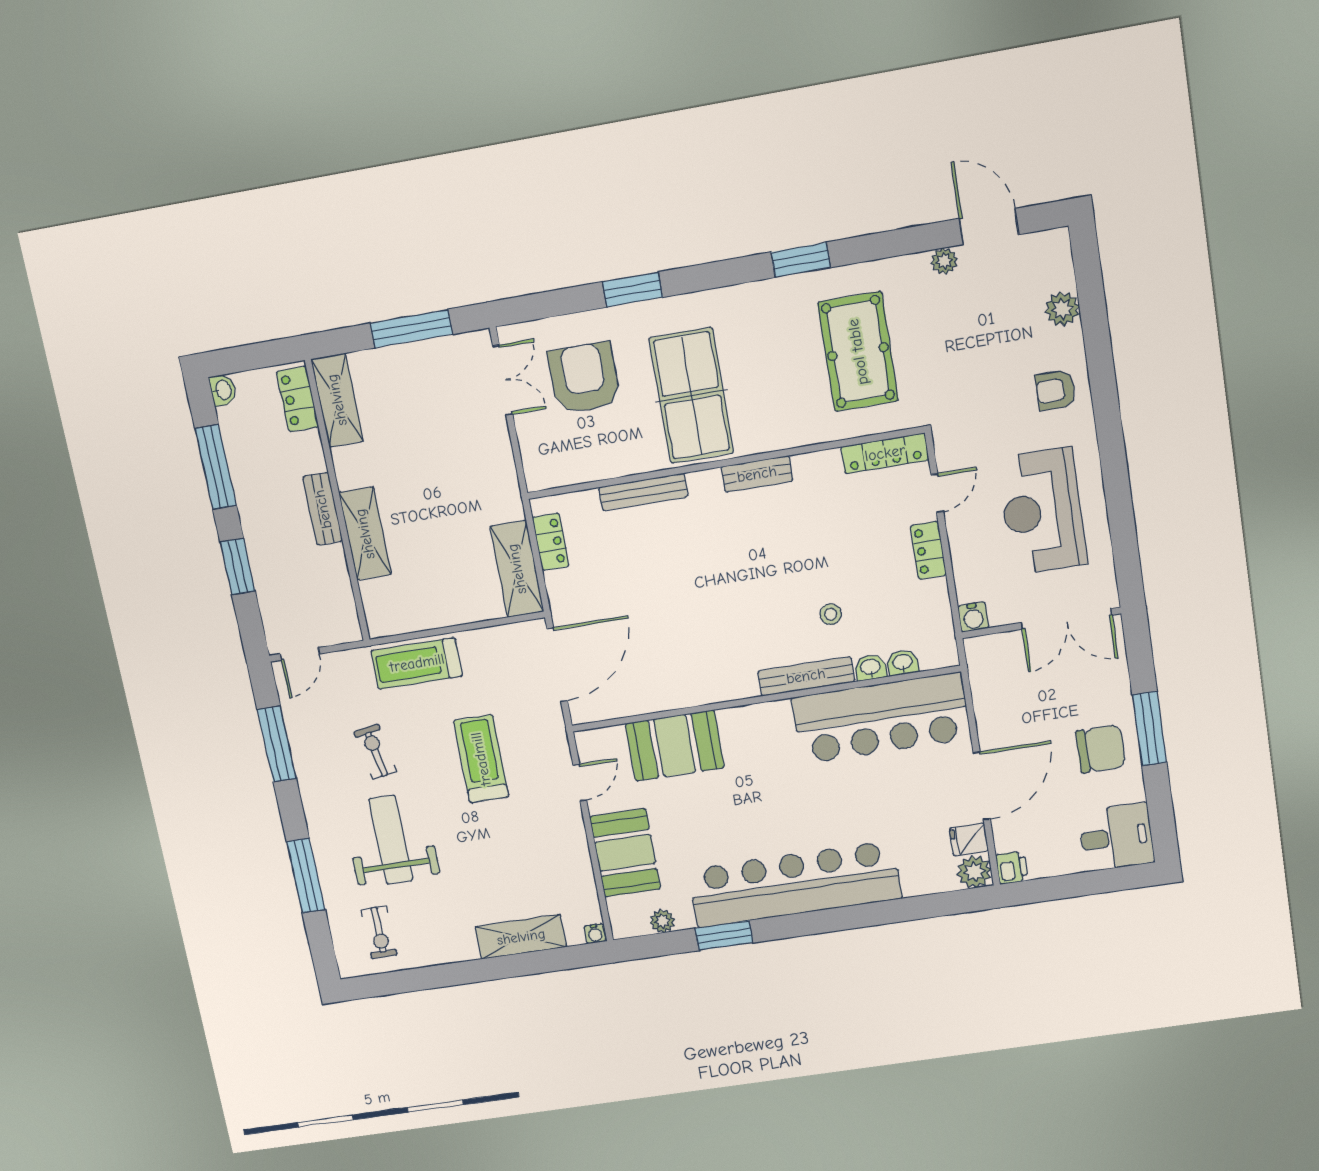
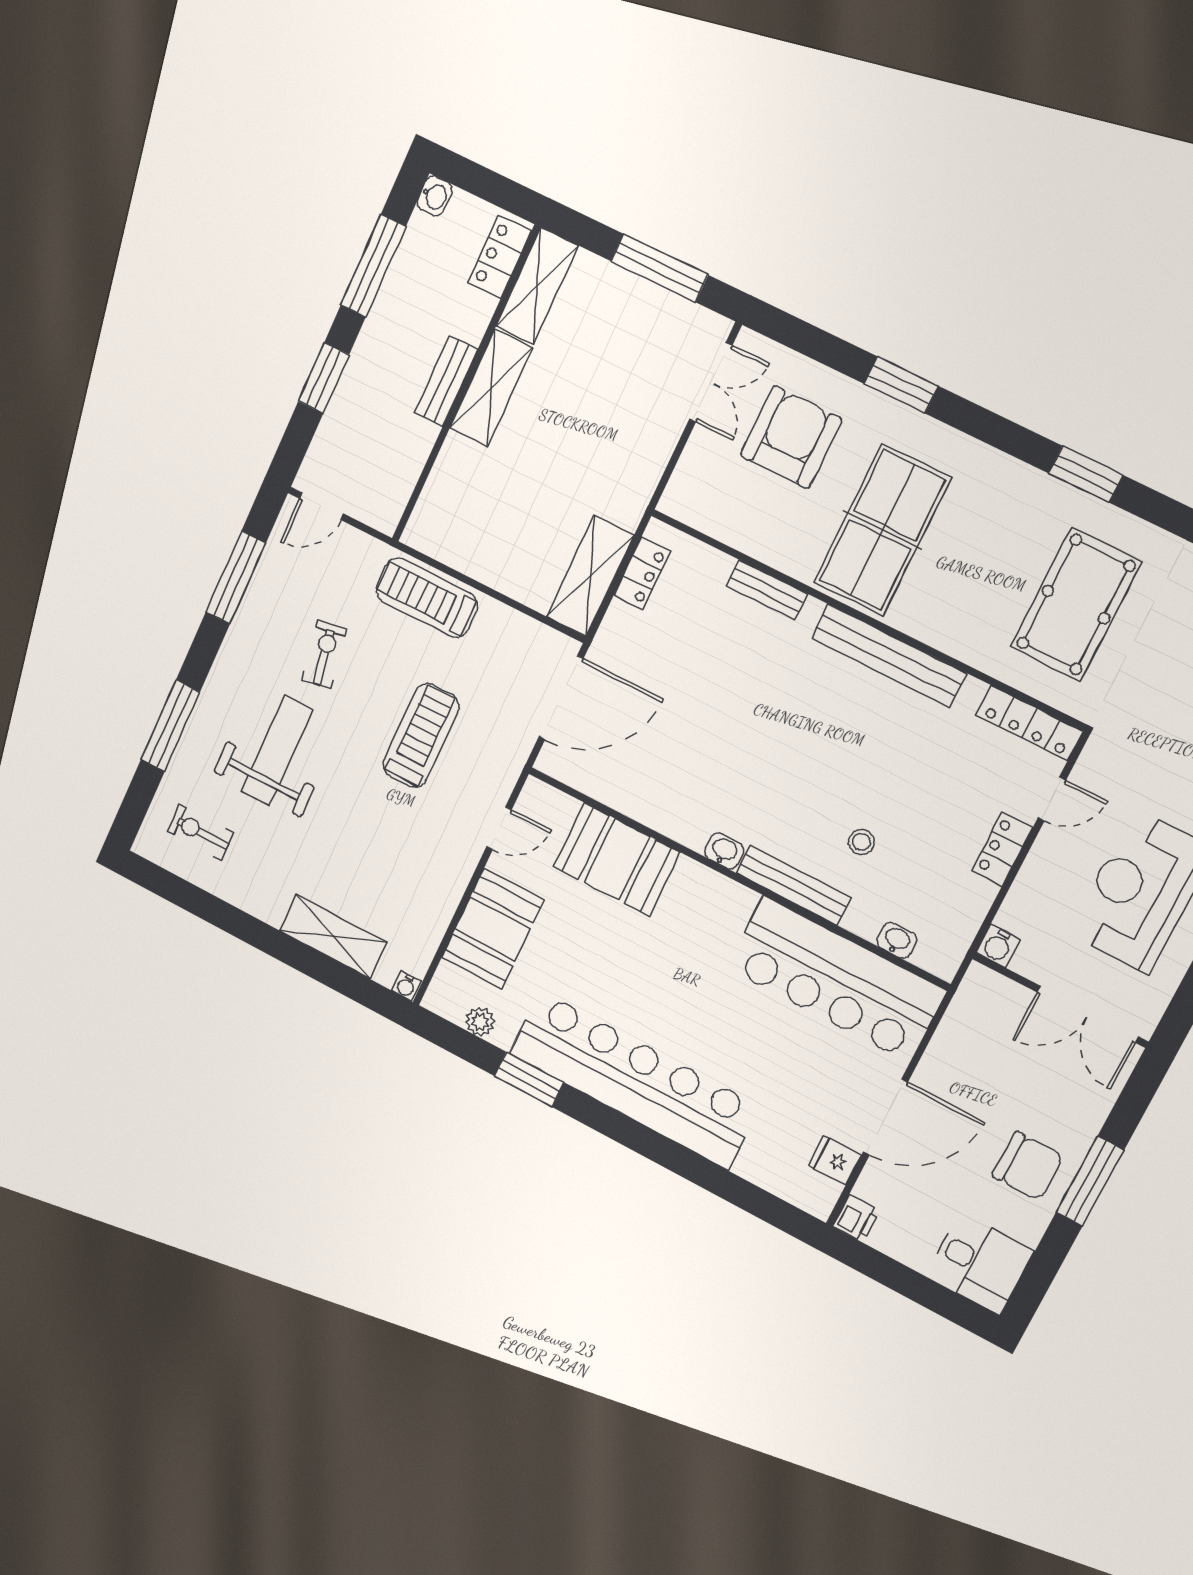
bench: (757, 474) -> (889, 656), width x1.86, depth x1.21
bench: (643, 492) -> (767, 590), width x0.73
shelving: (365, 534) -> (491, 388), moved
washbasin: (870, 667) -> (724, 851), moved
plant: (974, 872) -> (817, 1196), removed
exercise bike: (379, 932) -> (200, 832), turned 90

